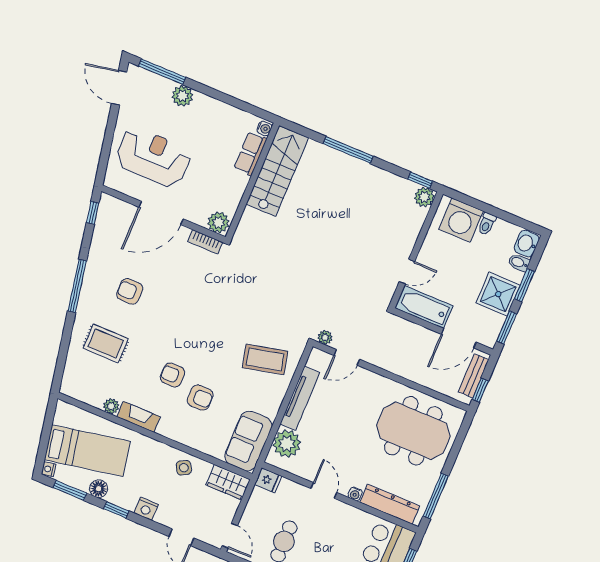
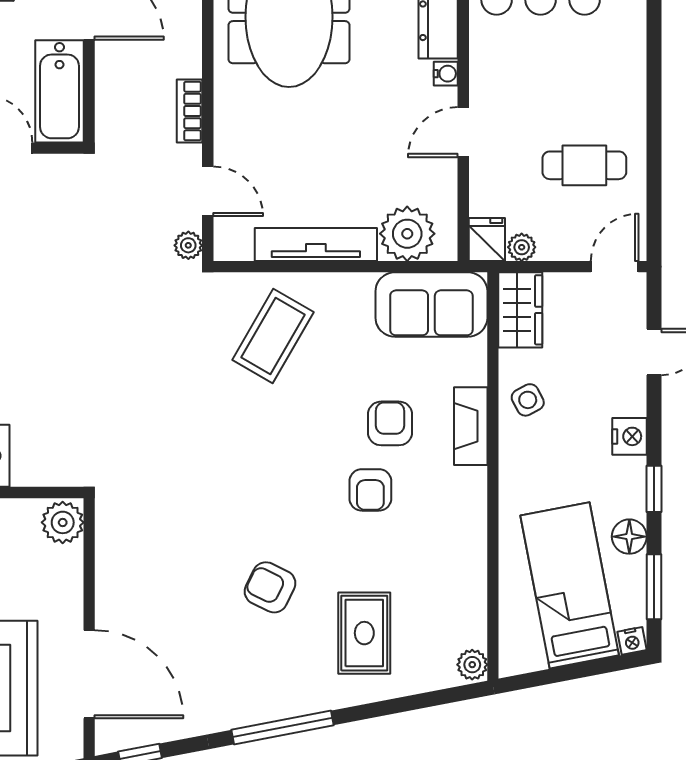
door: (161, 213) -> (89, 674), moved
bookcase: (205, 242) -> (189, 111), moved, turned 180
armchair: (130, 291) -> (270, 587), moved, turned 116
coffee table: (265, 359) -> (273, 336), turned 43
plant: (111, 406) -> (472, 665), moved
fireplace: (139, 417) -> (471, 426), moved
plant: (258, 495) -> (522, 247), added

